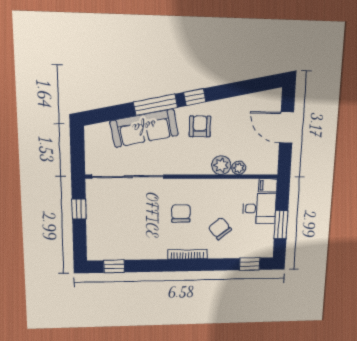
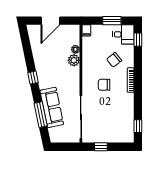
window: (155, 105) -> (41, 115), moved
armchair: (200, 126) -> (50, 74), removed
desk: (259, 208) -> (123, 34), moved, turned 90

